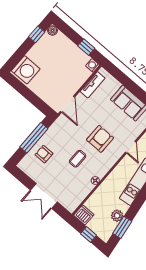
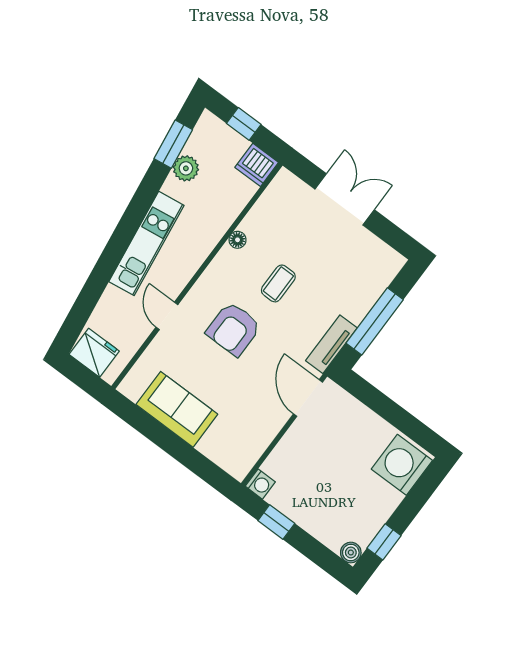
tv unit: (93, 85) -> (331, 344), moved
armchair: (44, 154) -> (350, 288), removed

